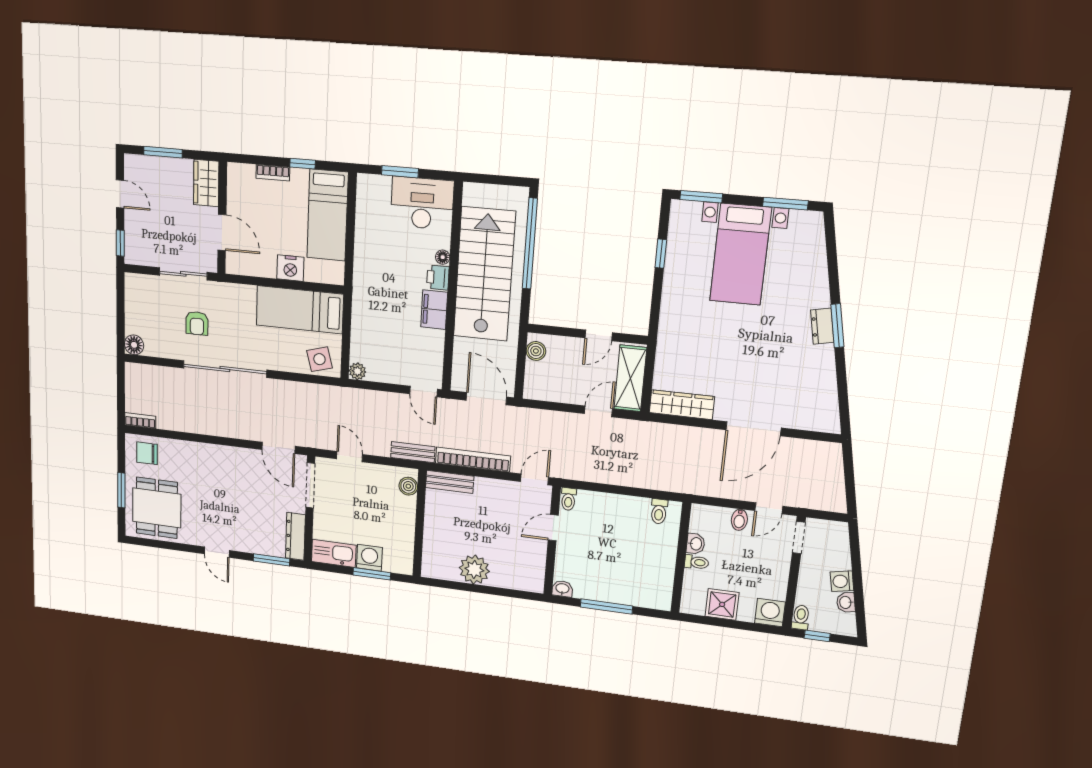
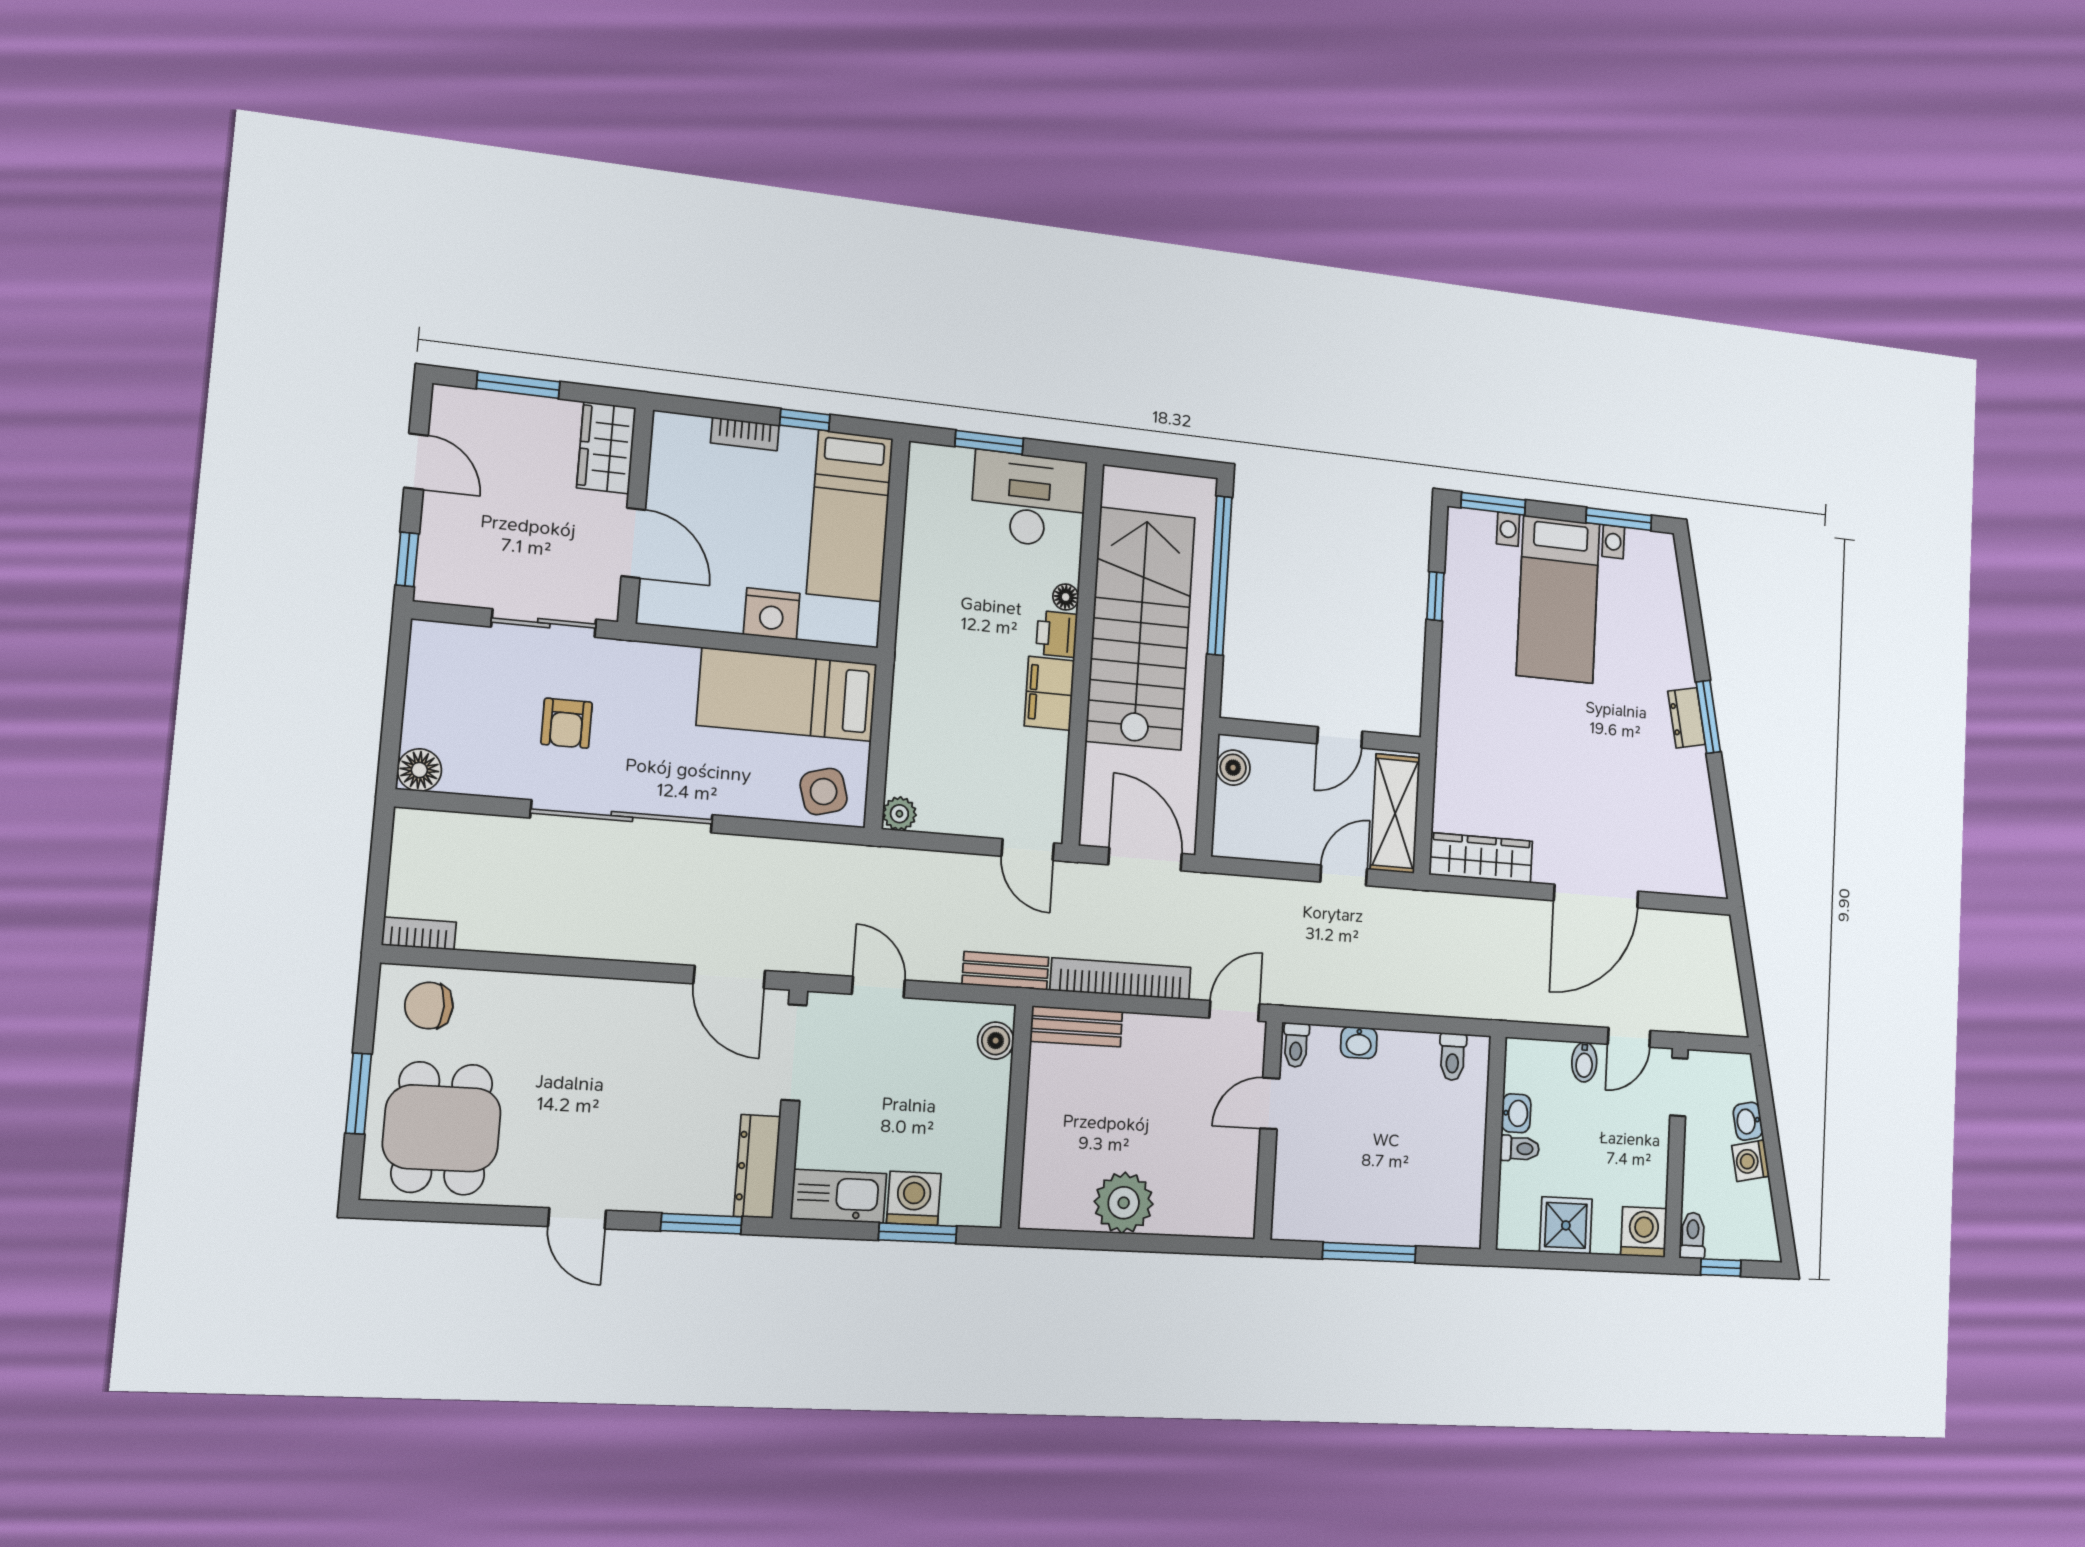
washbasin: (562, 589) -> (1359, 1043), moved, turned 180
washbasin: (846, 602) -> (1748, 1121), moved

